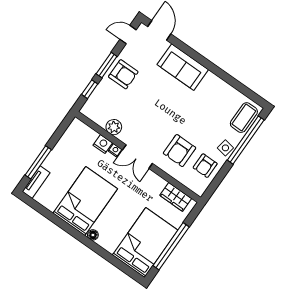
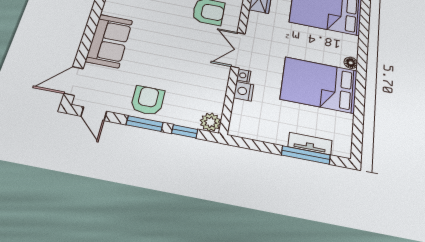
plant: (114, 127) -> (210, 122), moved
double door: (137, 157) -> (238, 50), swing flipped
tv unit: (36, 182) -> (310, 144), moved

